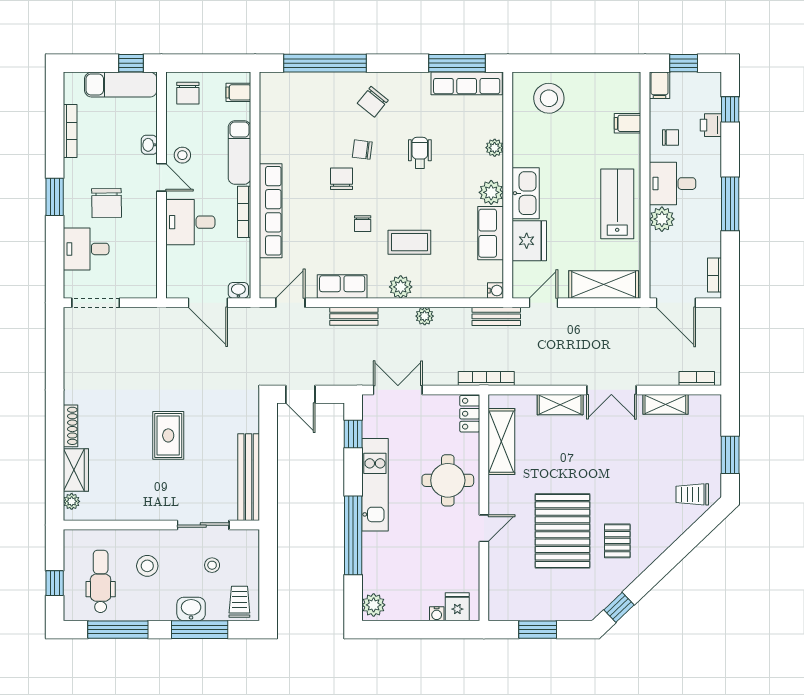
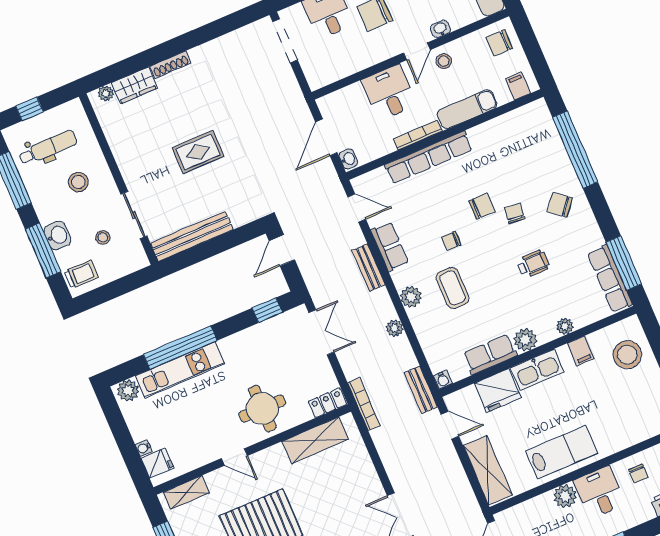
filing cabinet: (628, 123) -> (581, 351), moved, turned 180
shelving: (560, 405) -> (186, 492), moved, turned 90
kitchen unit: (375, 485) -> (180, 370), moved

